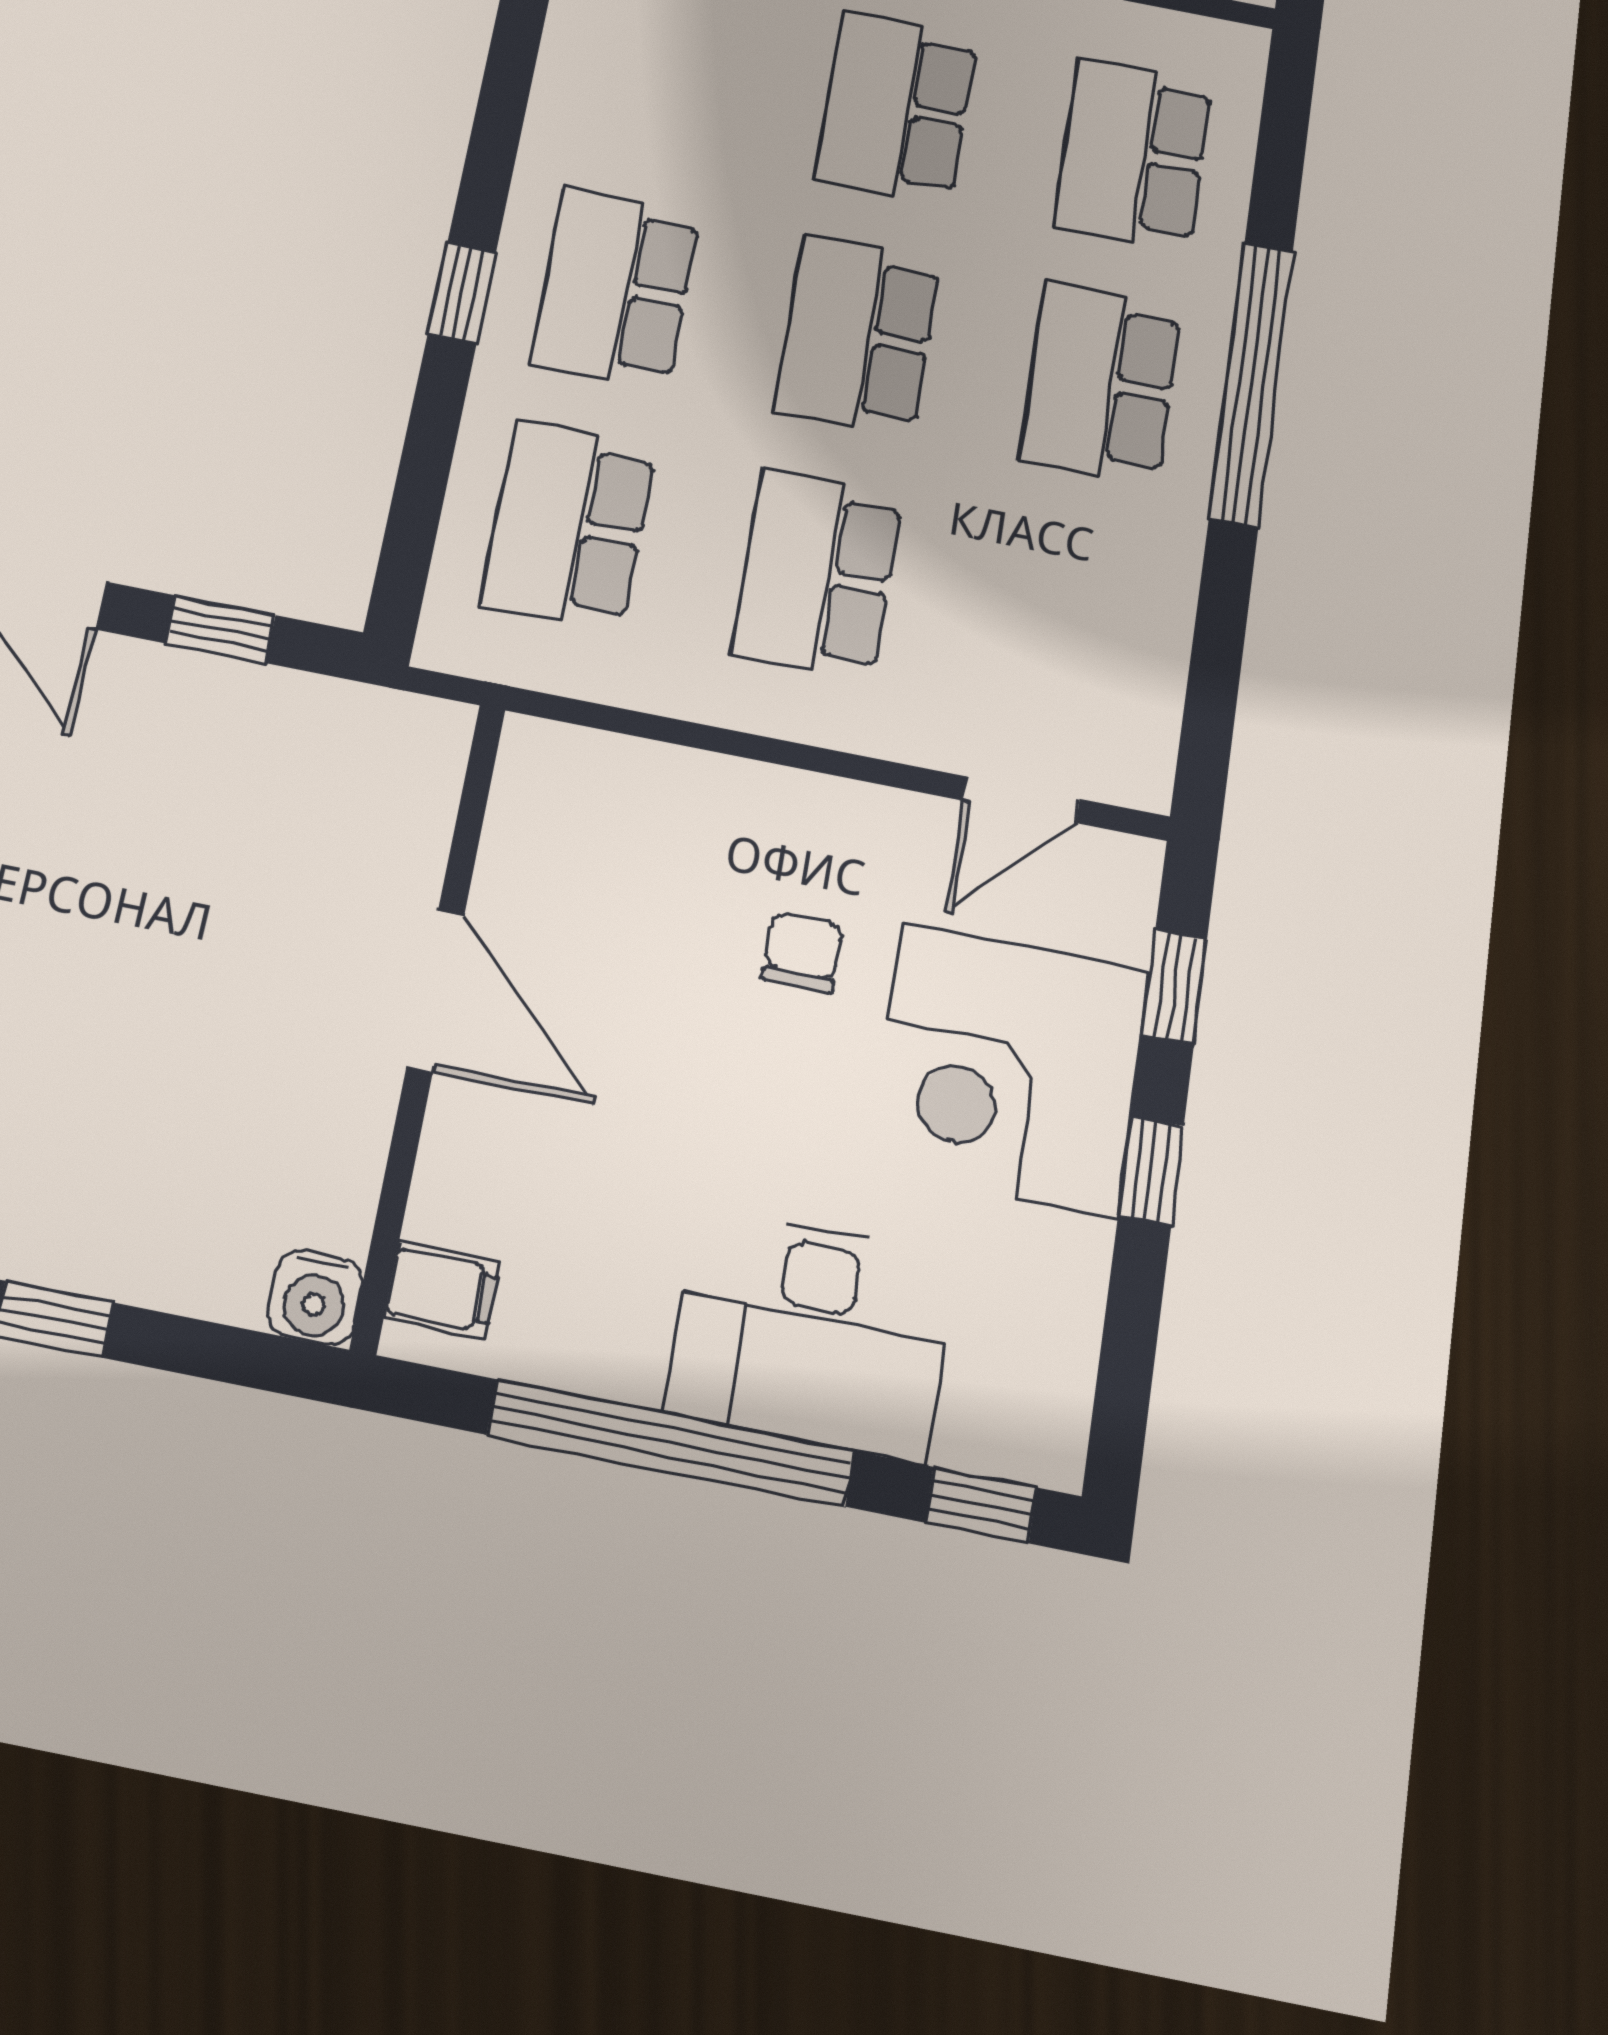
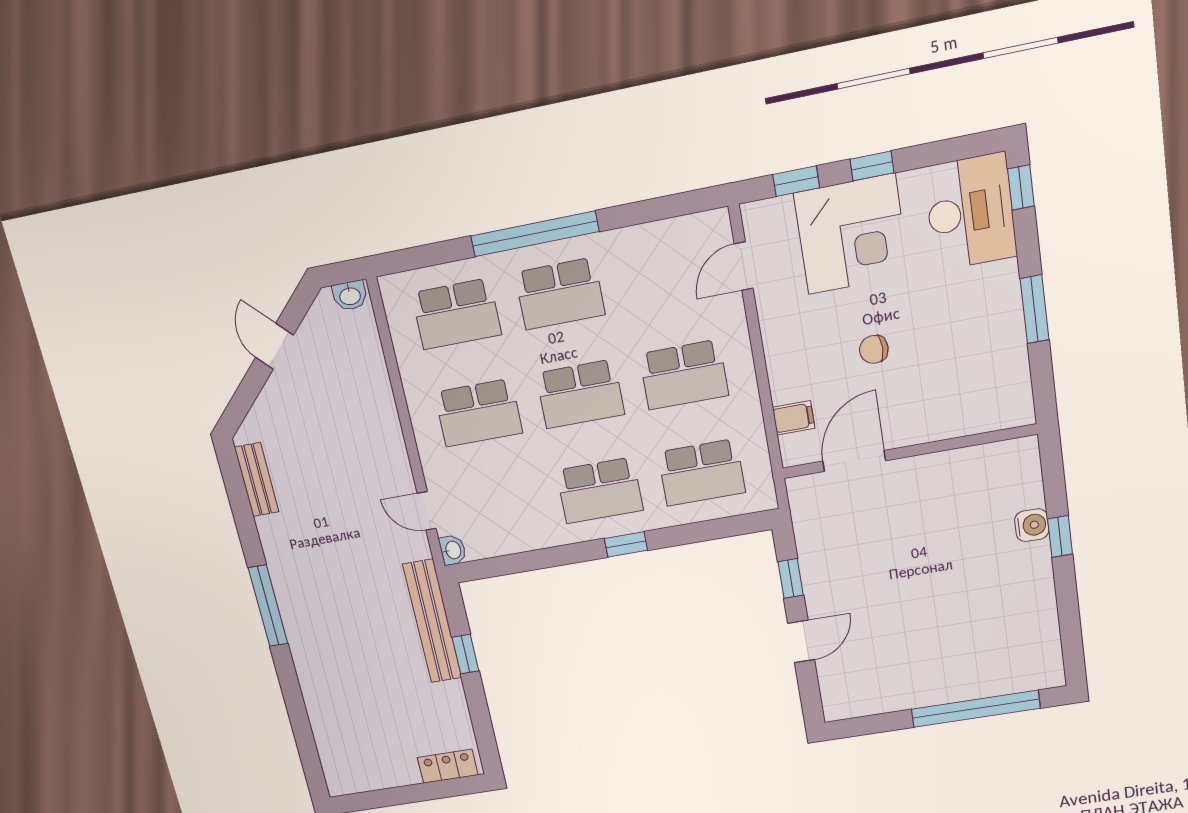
door: (1021, 800) -> (744, 266), swing flipped
chair: (802, 952) -> (874, 349), moved
door: (435, 991) -> (854, 461), moved
filing cabinet: (442, 1290) -> (794, 418), moved, turned 90
water cooler: (315, 1298) -> (1032, 525), moved
desk: (812, 1334) -> (970, 212), moved
window: (671, 1443) -> (1035, 309), width x0.47

